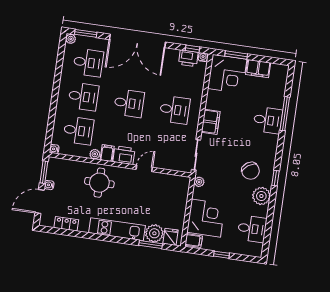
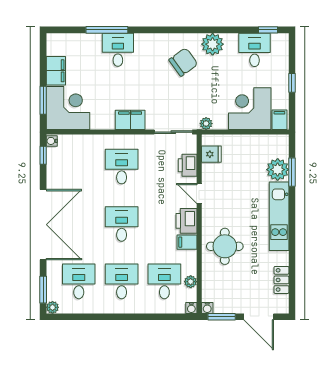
printer: (188, 58) -> (188, 165), moved, turned 180
plant: (95, 154) -> (191, 282), moved
window: (276, 178) -> (268, 30), moved
water cooler: (49, 185) -> (207, 308), moved
fridge: (171, 237) -> (211, 154), moved, turned 180

